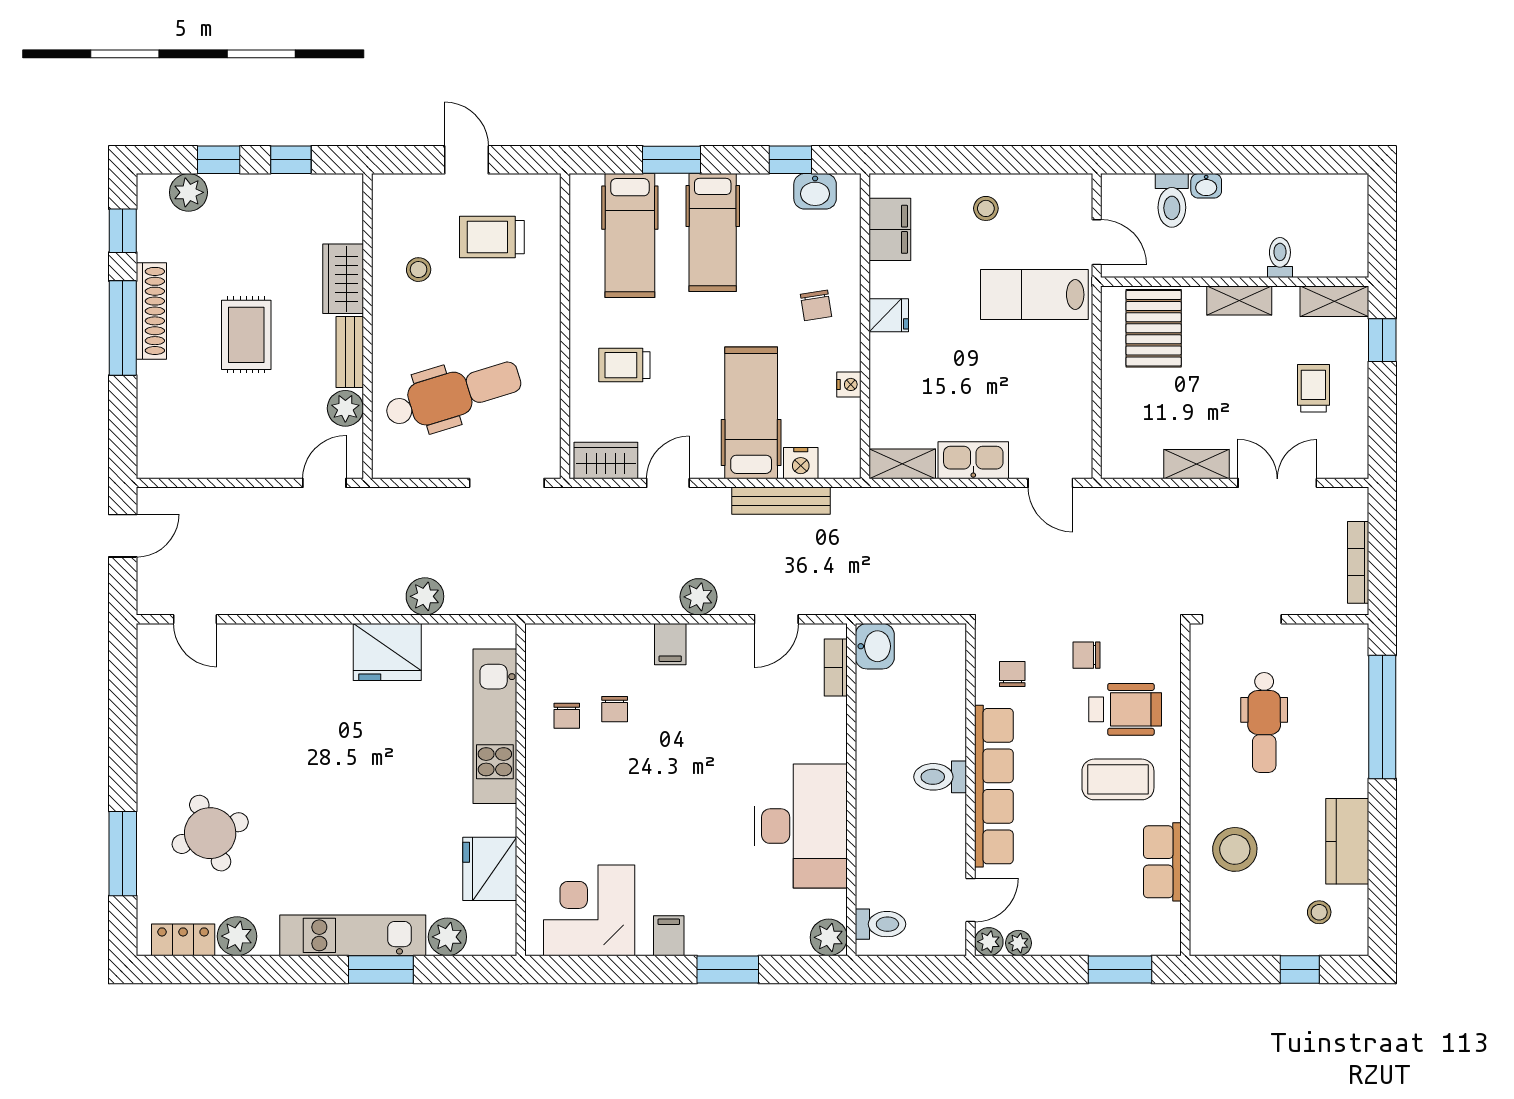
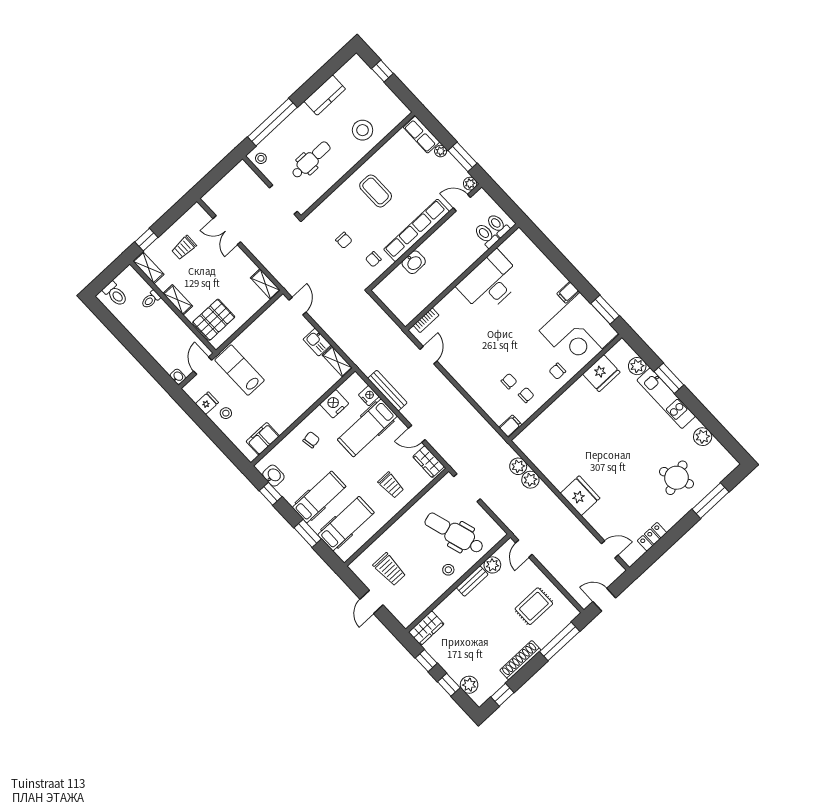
washbasin: (1206, 186) -> (178, 377), moved
toilet: (1172, 200) -> (115, 294), moved, turned 90
stool: (419, 270) -> (448, 570), moved
wardrobe: (343, 279) -> (426, 628), moved
lab bench: (1034, 295) -> (240, 370), turned 180
fridge: (889, 315) -> (207, 403), moved, turned 90
window: (123, 328) -> (560, 641), moved
rug: (246, 335) -> (534, 606), moved
nightstand: (849, 384) -> (334, 404), width x1.89, depth x1.79
kitchen sink: (973, 460) -> (317, 342), width x0.73
shelving: (1196, 464) -> (265, 284), moved
door: (324, 483) -> (524, 549), hinge flipped
bookcase: (1358, 562) -> (228, 178), removed
plant: (698, 597) -> (518, 466), moved
door: (195, 619) -> (610, 549), hinge flipped
door: (776, 619) -> (429, 355), hinge flipped
filing cabinet: (670, 644) -> (510, 426), moved
washbasin: (875, 646) -> (414, 262), moved, turned 180
fridge: (387, 652) -> (580, 496), moved
wheelchair: (1125, 709) -> (350, 210), removed
kitchen unit: (495, 726) -> (552, 416), removed
toilet: (940, 777) -> (486, 235), moved, turned 180
chair: (558, 801) -> (557, 371), added
row of seats: (1162, 862) -> (422, 135), moved, turned 90
corner desk: (589, 910) -> (579, 332), width x1.36, depth x1.36
stool: (1319, 912) -> (261, 158), moved
plant: (829, 937) -> (519, 238), removed
locker: (183, 940) -> (652, 537), moved, turned 90
plant: (1019, 943) -> (441, 151), moved
window: (728, 969) -> (605, 310), moved
window: (1120, 969) -> (463, 157), moved

